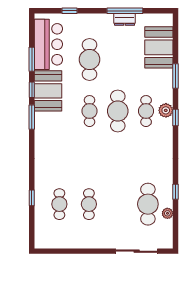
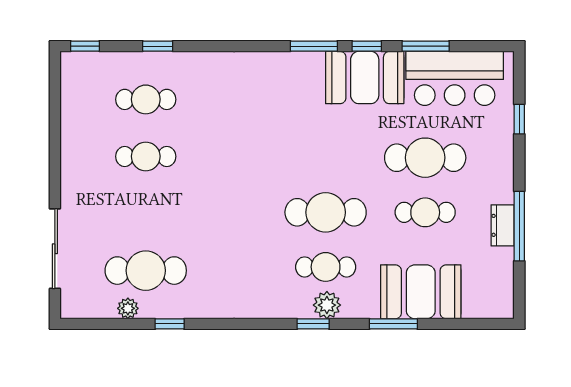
booth: (159, 47) -> (421, 292), moved
cafe table: (90, 111) -> (425, 212), moved
window: (32, 236) -> (85, 46), added

